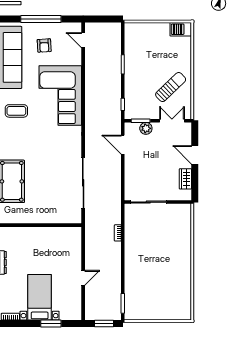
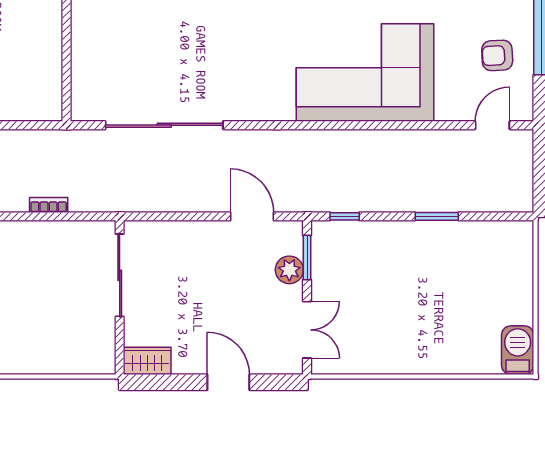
armchair: (44, 46) -> (497, 55), moved
sun lounger: (171, 87) -> (385, 327), removed
door: (123, 145) -> (252, 216), hinge flipped
door: (195, 155) -> (228, 382), hinge flipped
wardrobe: (185, 179) -> (147, 361), moved

